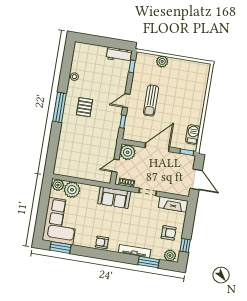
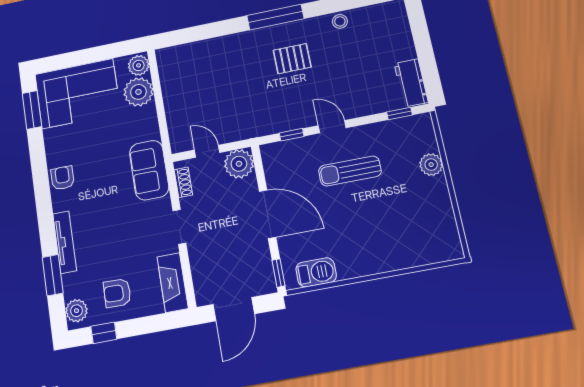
armchair: (169, 233) -> (117, 293), turned 91

